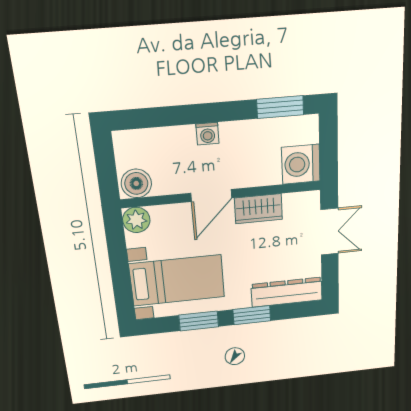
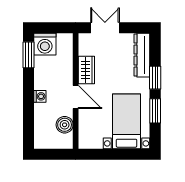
washing machine: (301, 164) -> (45, 44), moved
boiler: (136, 183) -> (65, 125), moved
plant: (136, 220) -> (86, 141), removed

